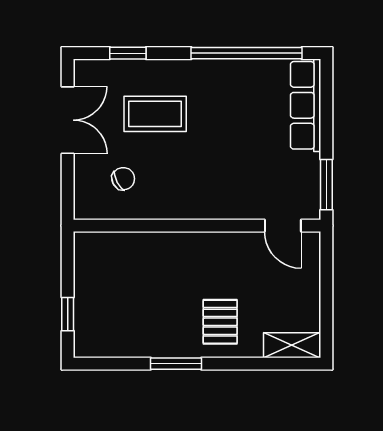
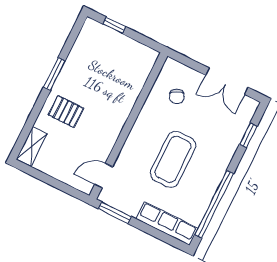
coffee table: (155, 114) -> (173, 159), moved, width x1.36, depth x1.32

